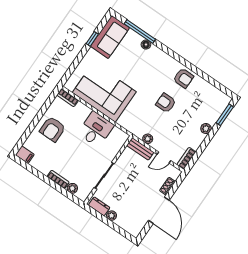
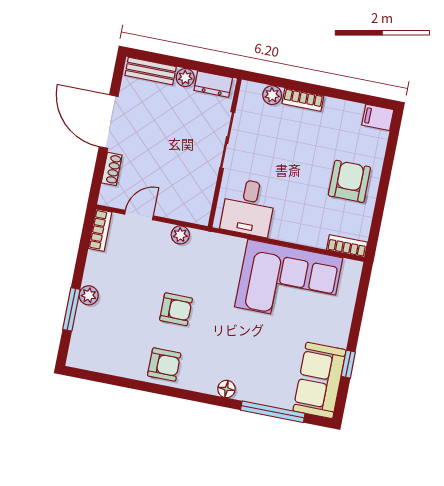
floor lamp: (146, 45) -> (226, 389), moved
armchair: (183, 78) -> (164, 365), turned 180
window: (225, 115) -> (71, 309), moved
desk: (96, 129) -> (248, 207), moved
bench: (140, 149) -> (151, 71), moved

